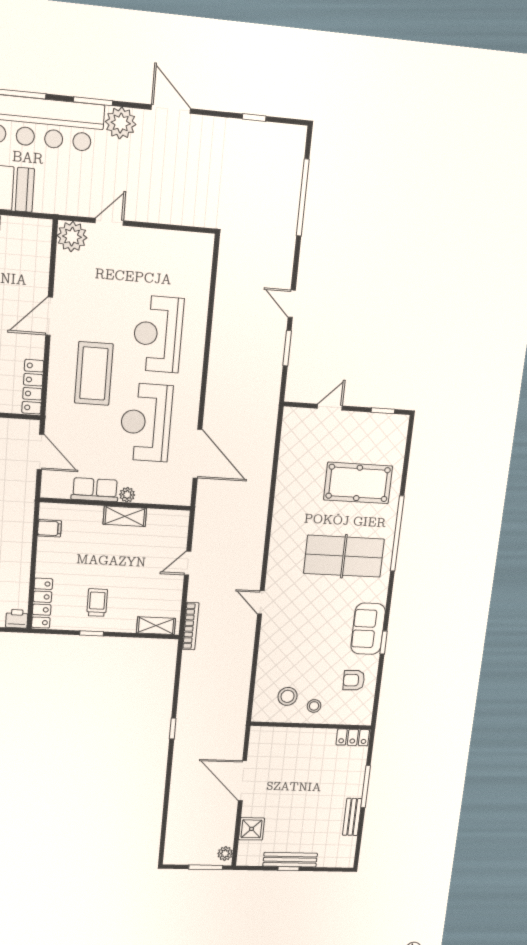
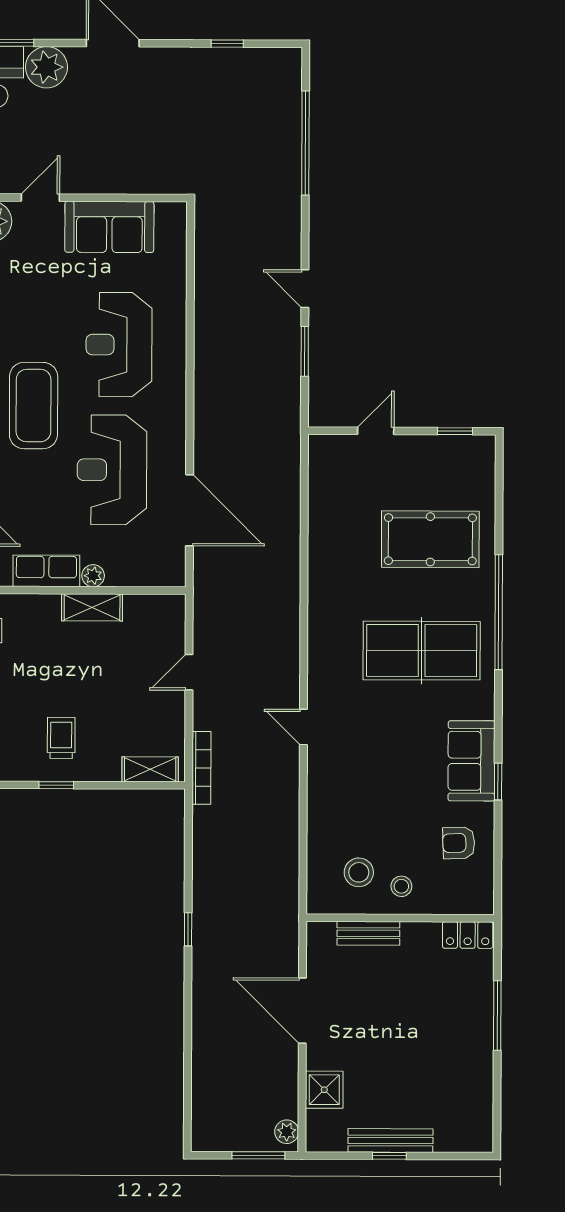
sofa: (158, 248) -> (109, 227), added
bench: (352, 817) -> (368, 933), moved, turned 90

